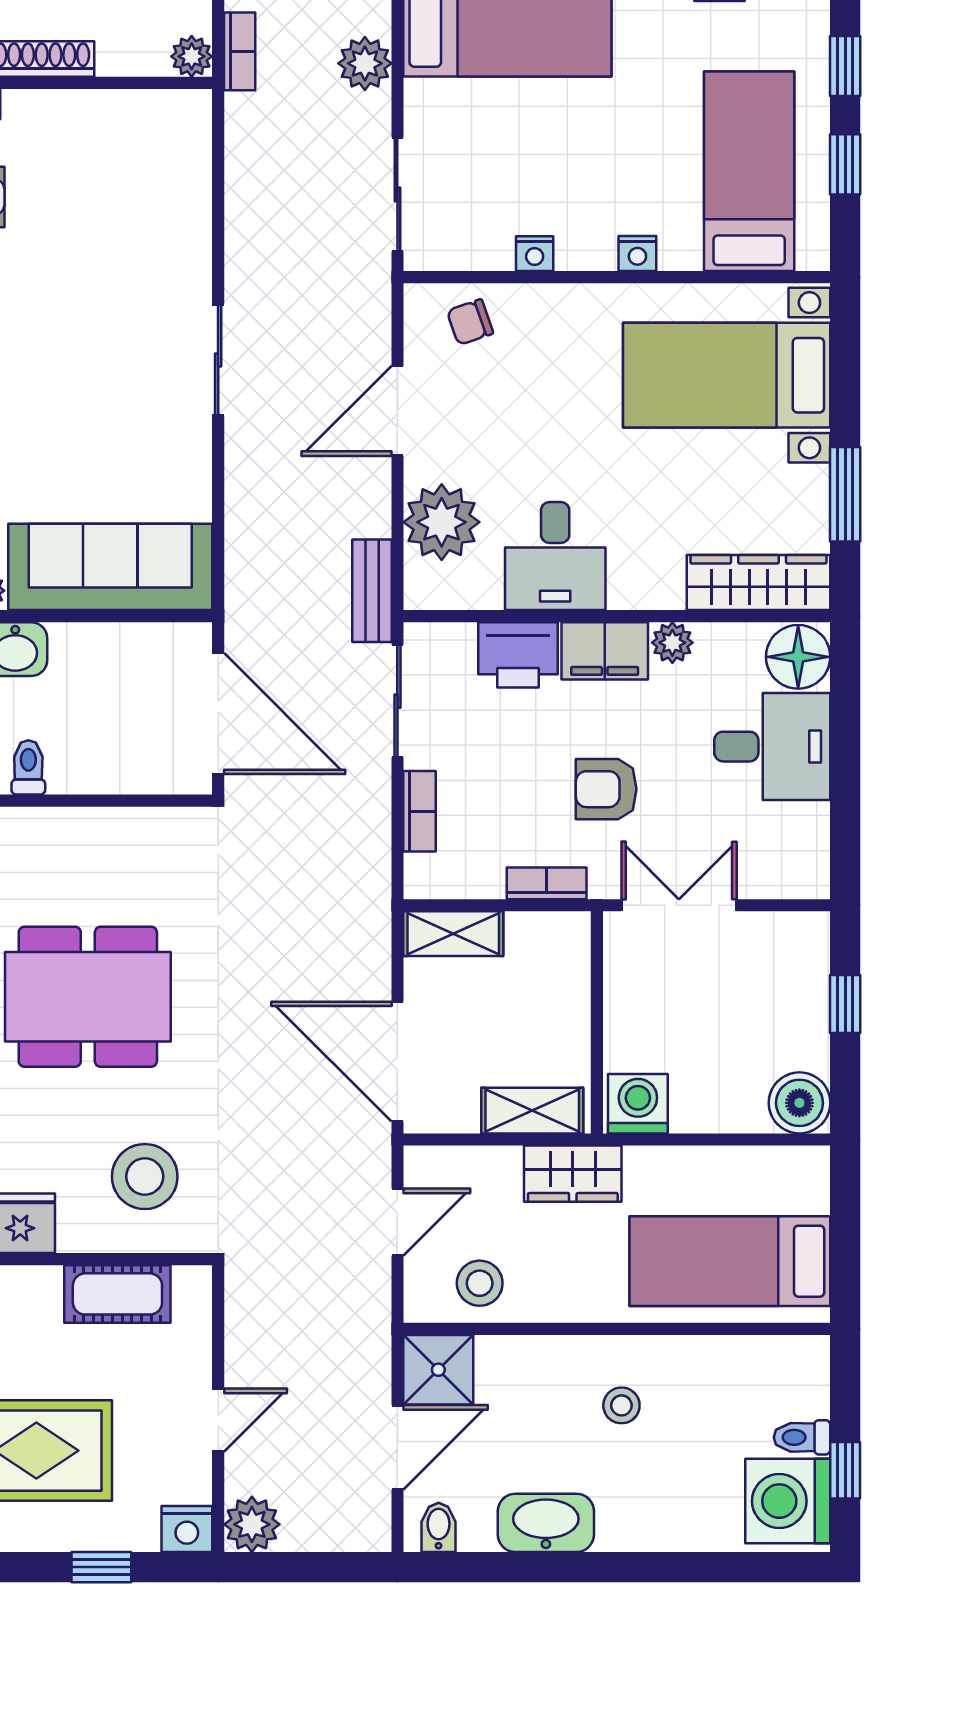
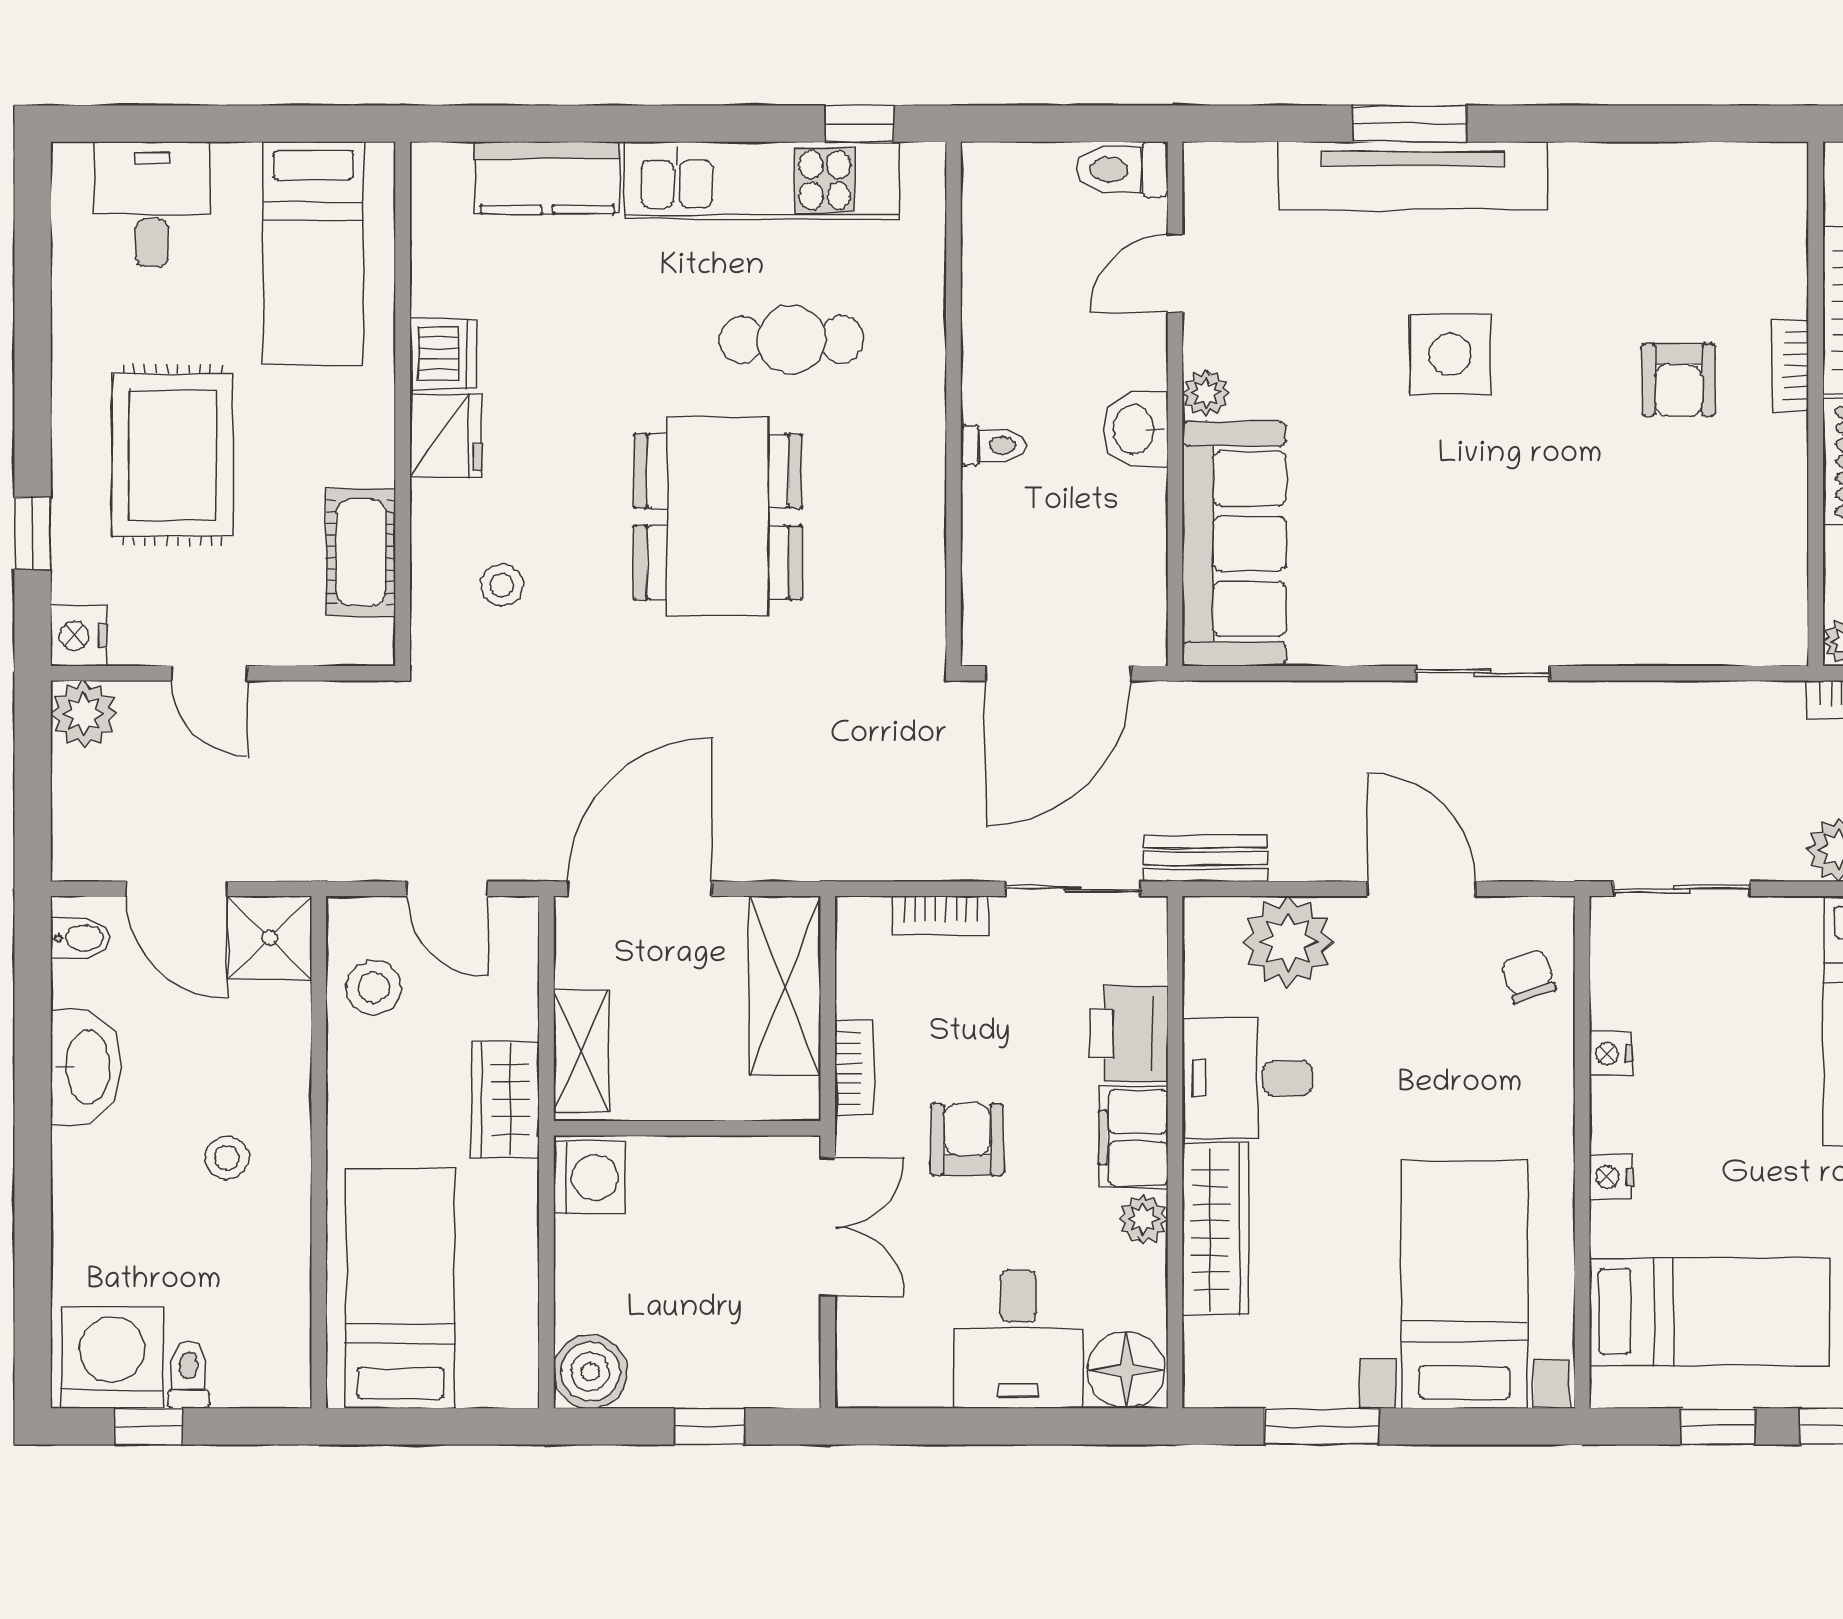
wardrobe: (758, 582) -> (1215, 1229), moved
shelving: (453, 934) -> (785, 986), width x1.50, depth x1.33
stool: (145, 1177) -> (502, 585), width x0.53, depth x0.53

